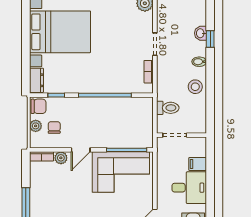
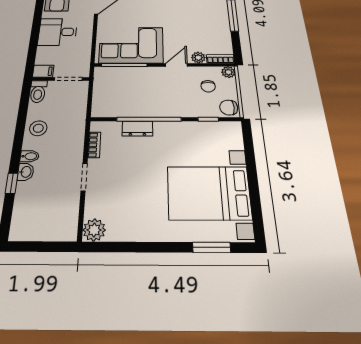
washbasin: (201, 33) -> (26, 172), moved
dresser: (36, 80) -> (137, 129), moved, turned -90
toilet: (168, 108) -> (38, 92), moved, turned -90
plant: (36, 126) -> (228, 72), moved
filing cabinet: (198, 164) -> (43, 71), moved

